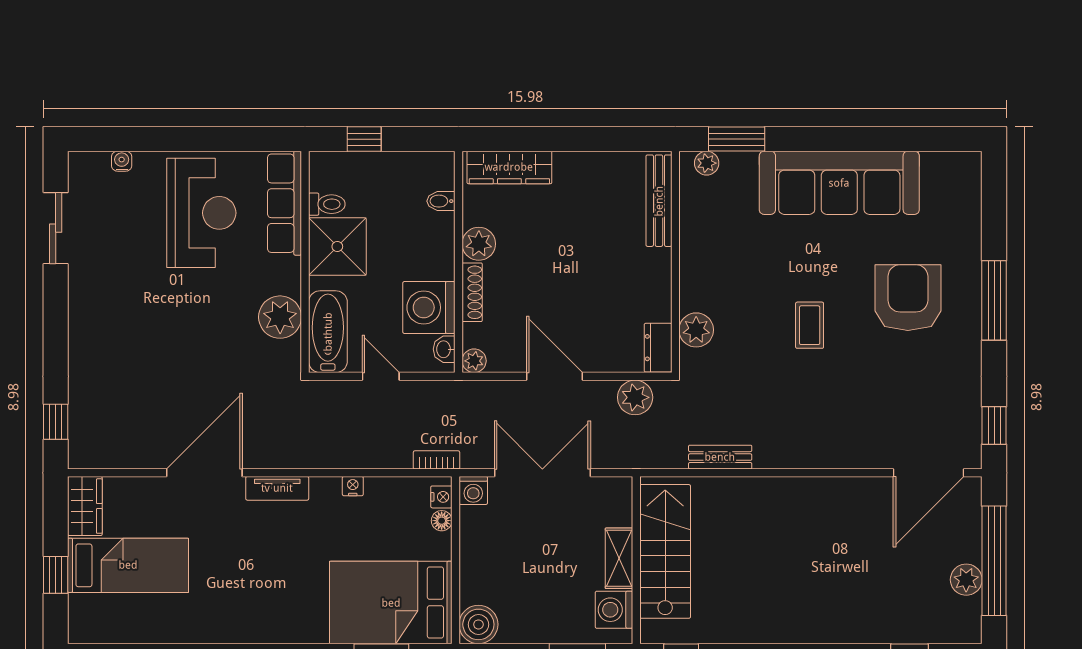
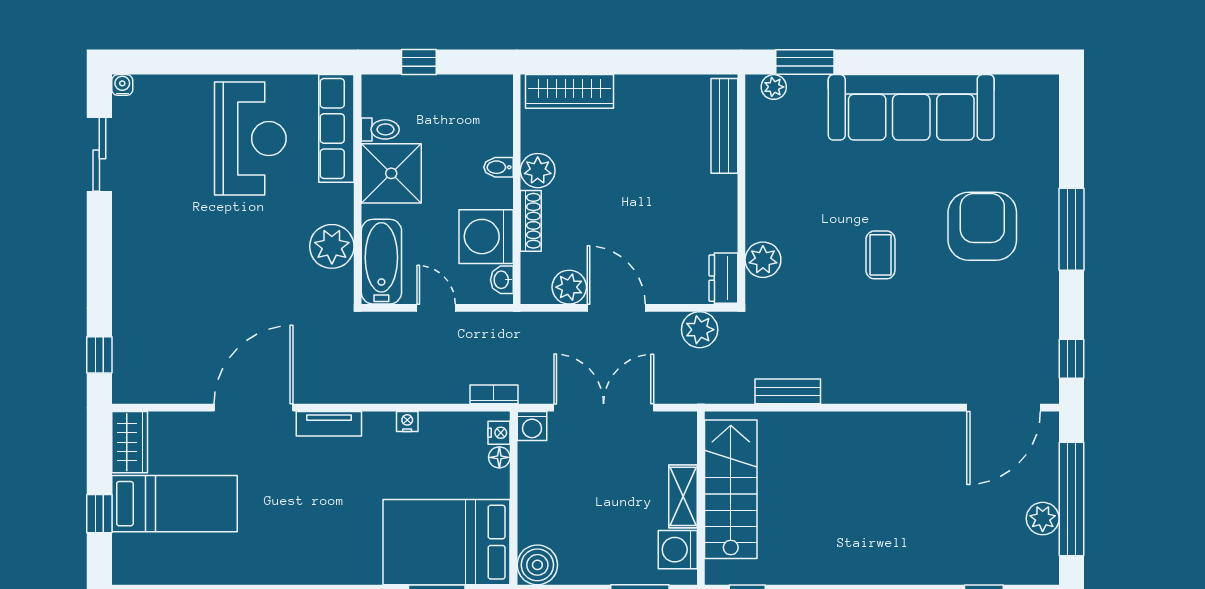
water cooler: (122, 161) -> (122, 85), moved
bidet: (441, 201) -> (498, 167), moved
plant: (474, 361) -> (569, 287), moved, width x1.38, depth x1.38

